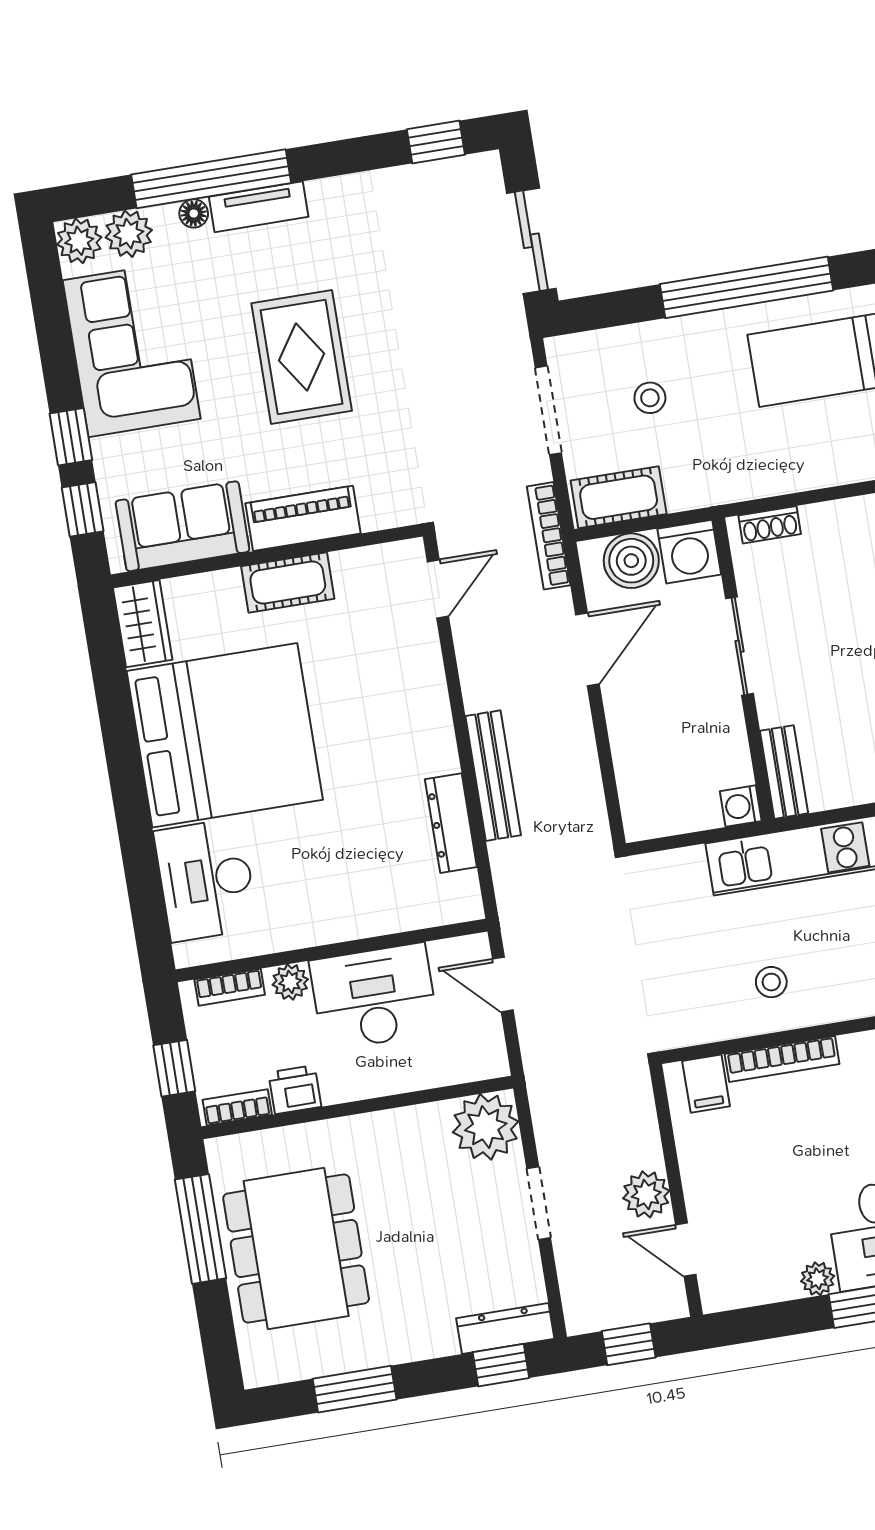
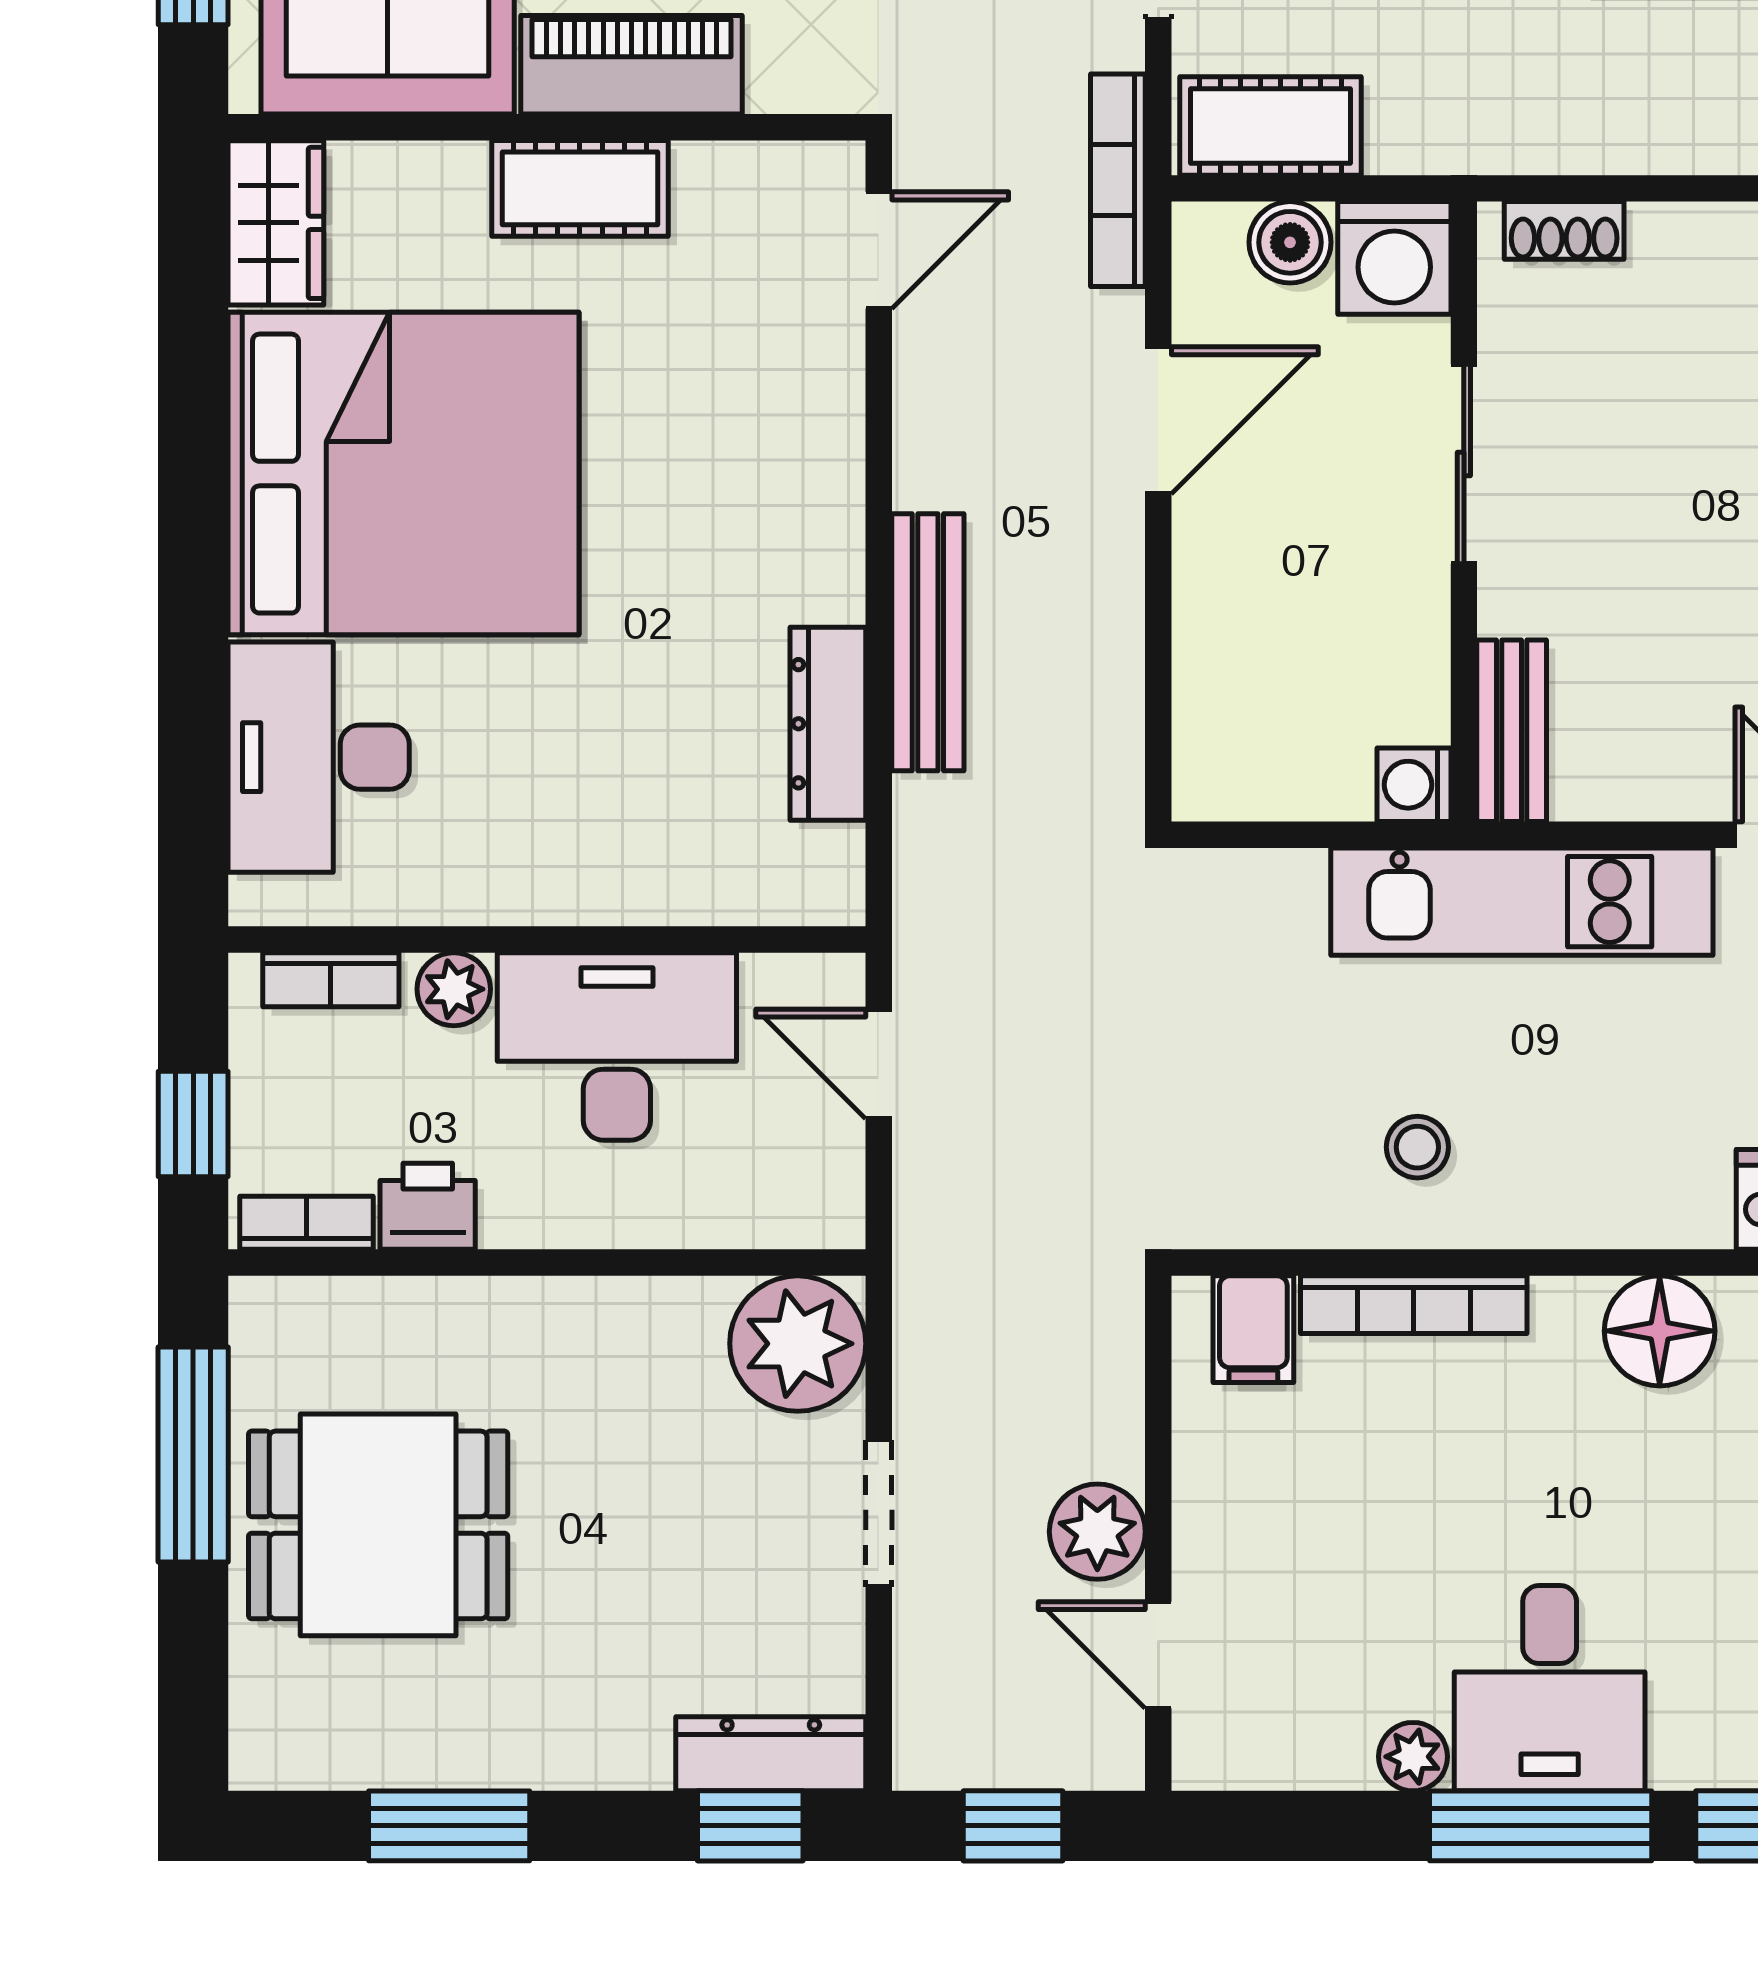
boiler: (631, 561) -> (1290, 242), width x0.73, depth x0.73
dining table: (296, 1248) -> (378, 1525), width x0.73

